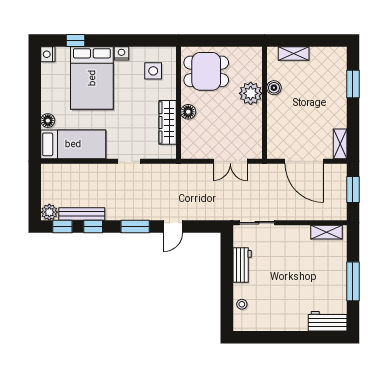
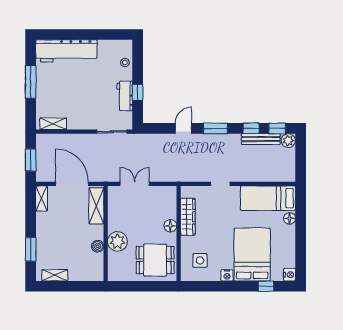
shelving: (294, 54) -> (55, 275), moved
shelving: (275, 135) -> (96, 206), added
window: (227, 269) -> (138, 93), added
workbench: (328, 321) -> (66, 51), width x1.88, depth x1.32

